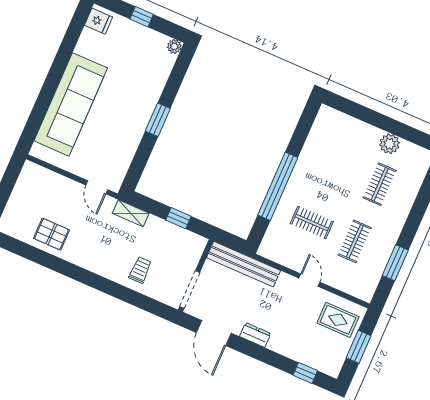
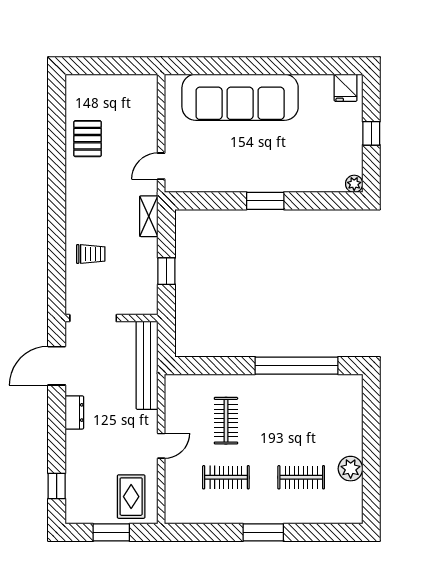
window: (278, 186) -> (297, 366), moved
window: (395, 263) -> (263, 532), moved

